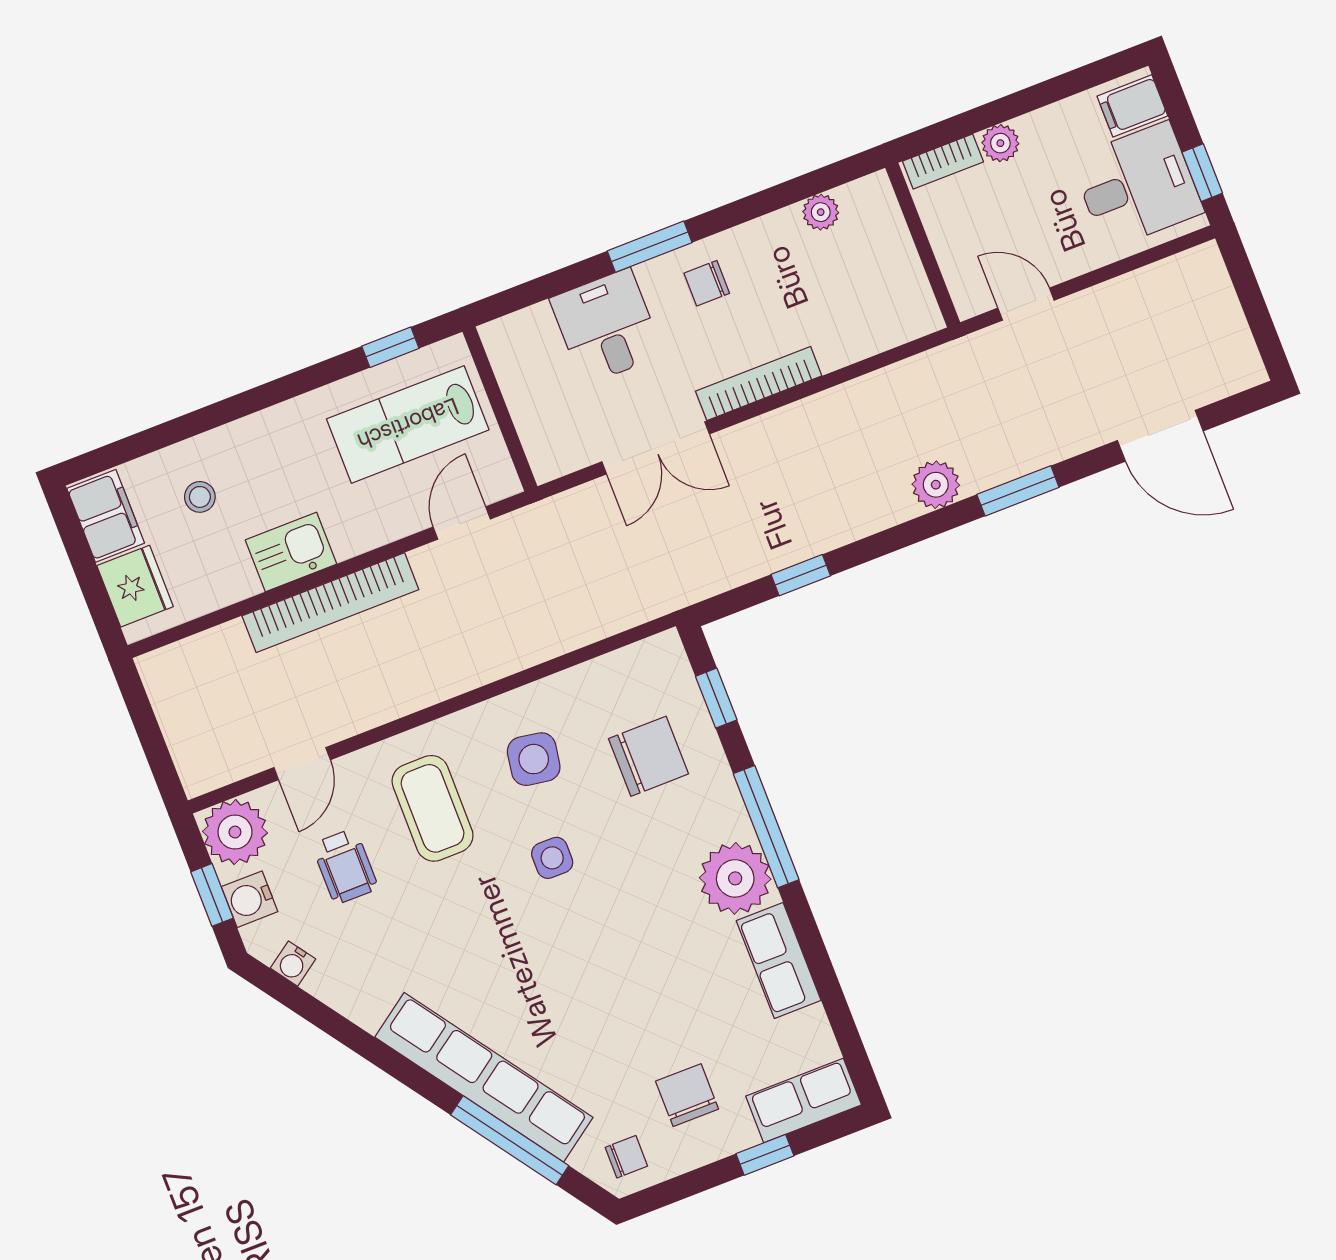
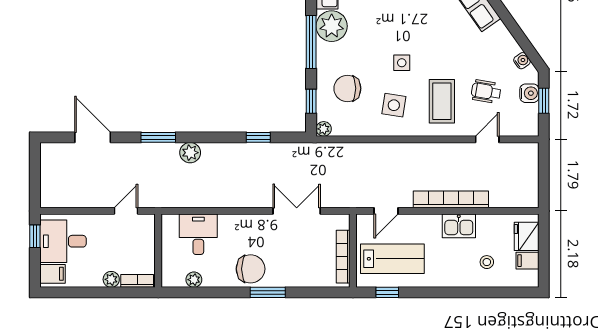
chair: (707, 283) -> (251, 269), width x1.87, depth x1.87
door: (1026, 304) -> (126, 211), swing flipped
desk: (607, 327) -> (198, 234), moved, turned 180
bookcase: (759, 383) -> (343, 257), moved, turned 90
filing cabinet: (106, 516) -> (527, 261), width x0.50
plant: (235, 832) -> (324, 129), moved, width x0.53, depth x0.53
wheelchair: (345, 866) -> (486, 92), turned -80

